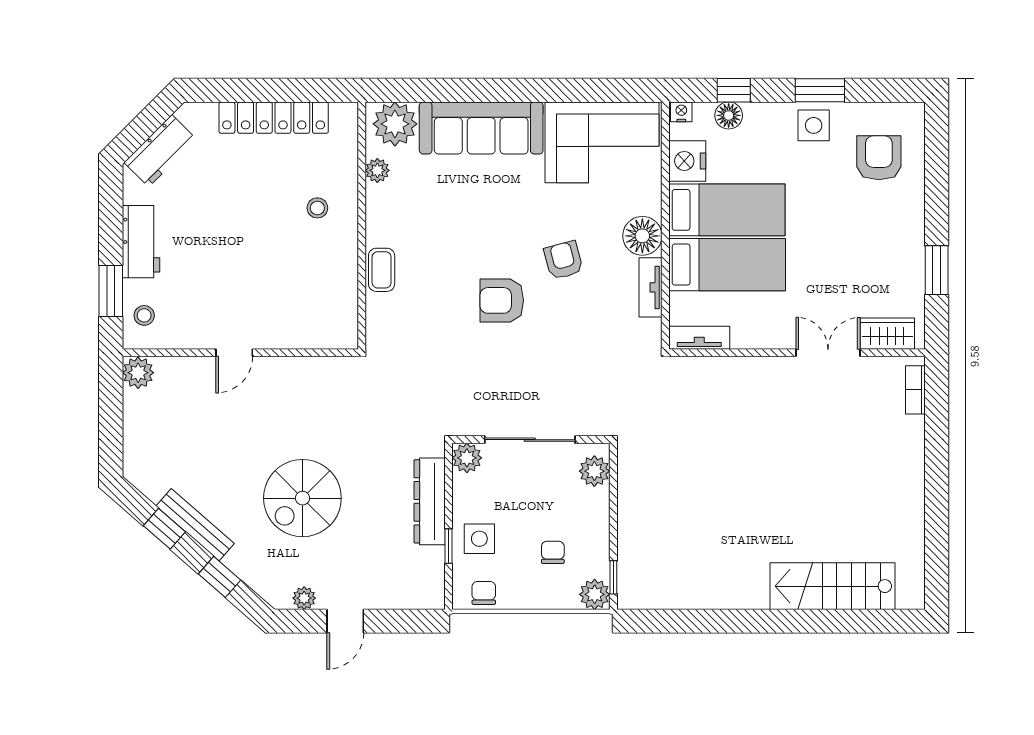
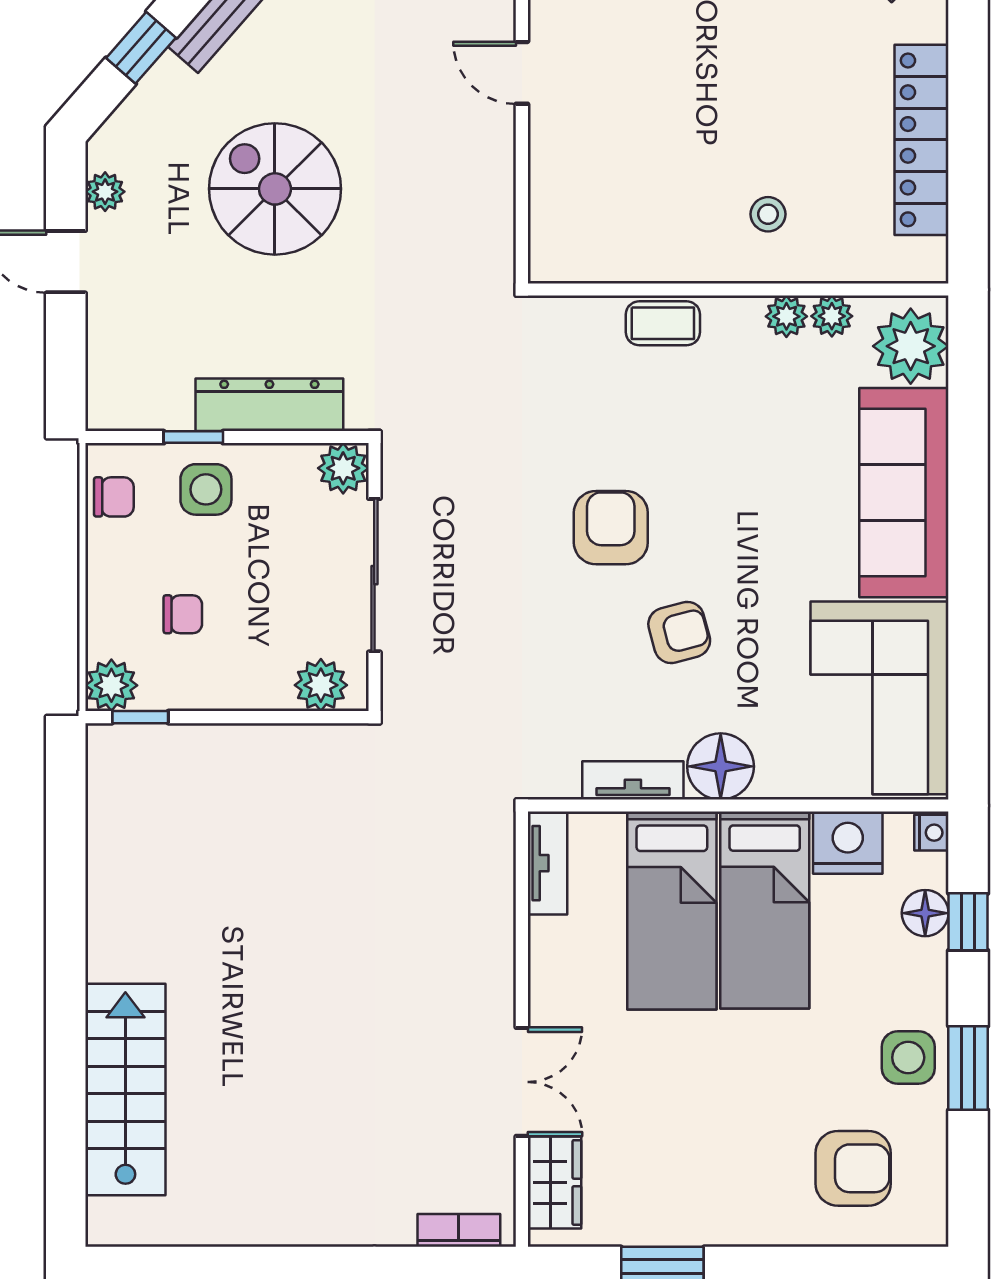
plant: (377, 197) -> (786, 316), added

